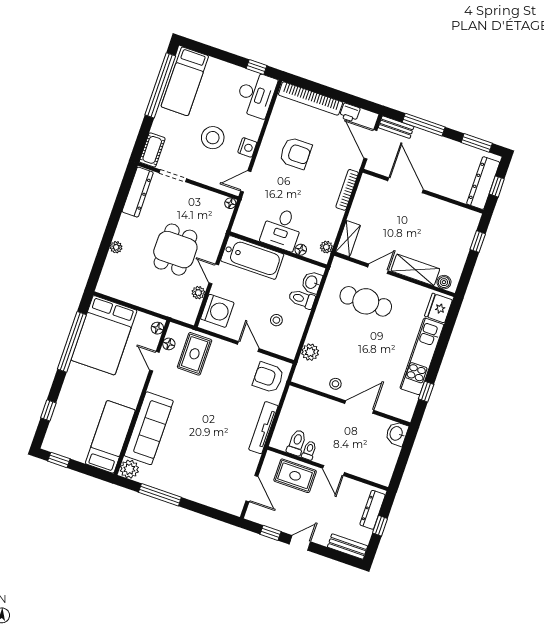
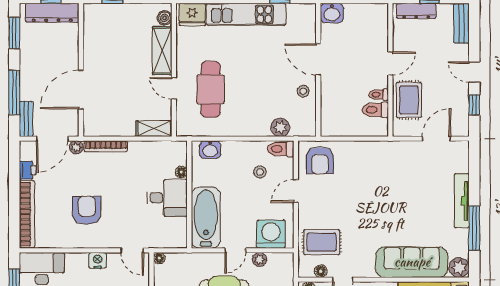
plant: (326, 247) -> (76, 147), moved
toilet: (302, 299) -> (281, 149), moved, turned 90
tv unit: (263, 428) -> (462, 201), moved, turned 90

